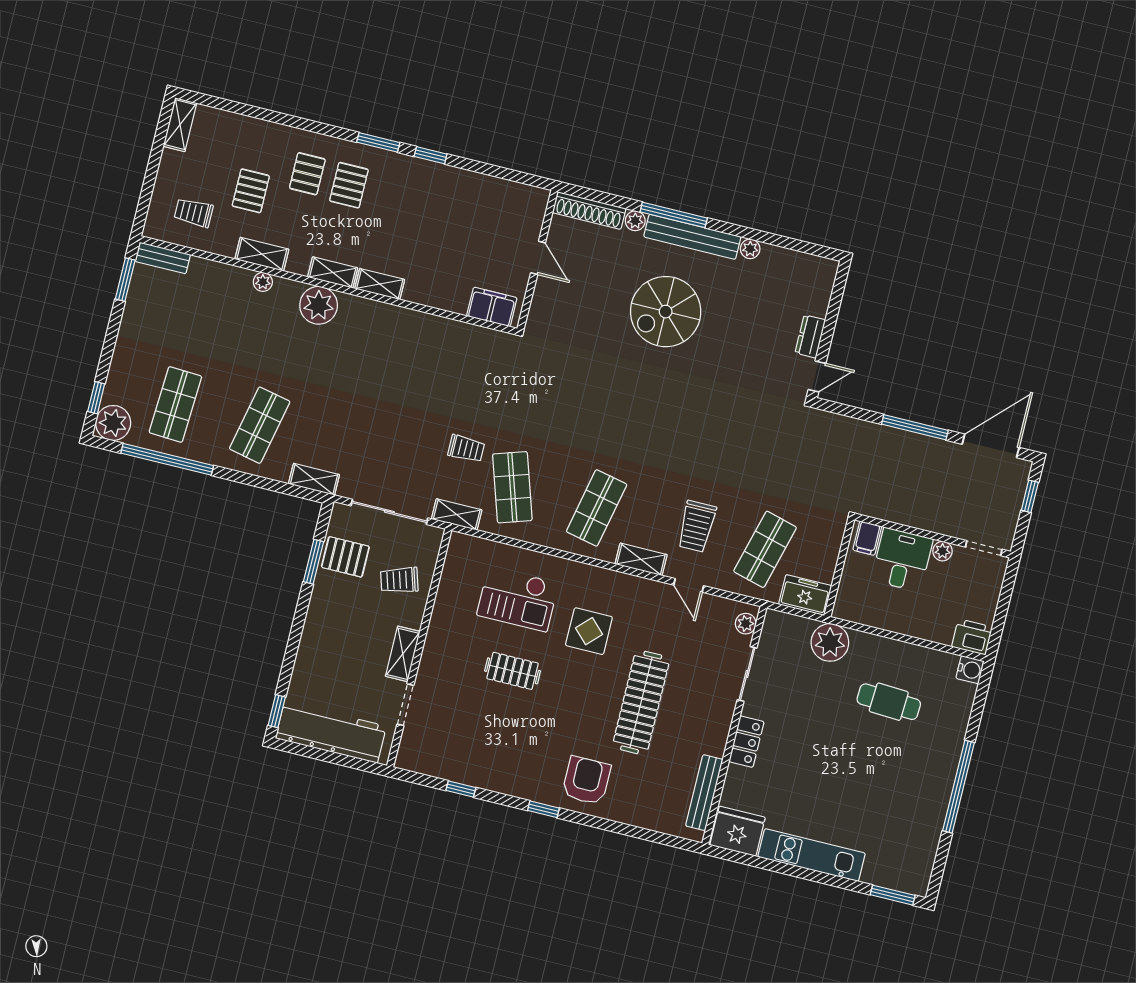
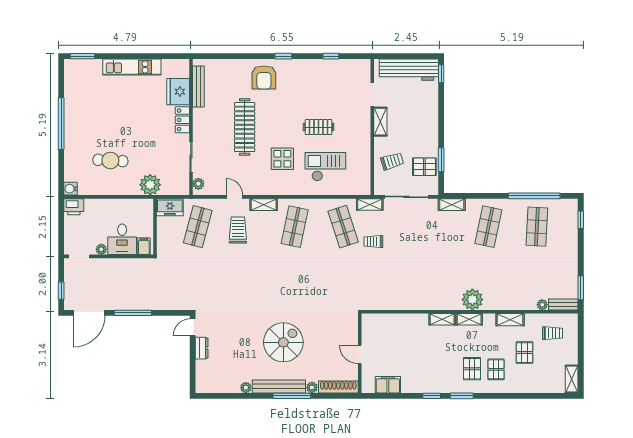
plant: (263, 282) -> (542, 305), moved
filing cabinet: (492, 307) -> (388, 385), moved, turned 180
plant: (113, 423) -> (568, 208), removed
fridge: (738, 831) -> (178, 92), moved, turned 90

